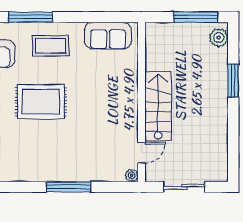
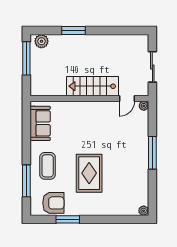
door: (142, 153) -> (127, 99), swing flipped

